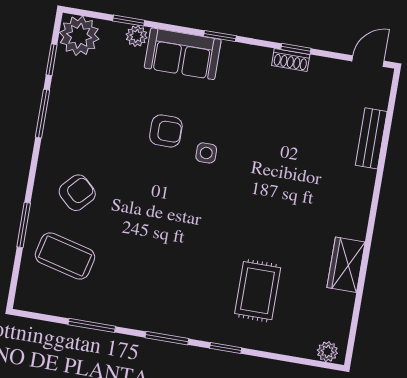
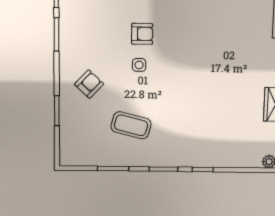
side table: (206, 153) -> (139, 65), moved
coffee table: (65, 256) -> (131, 125), moved
rug: (258, 291) -> (218, 130), removed

